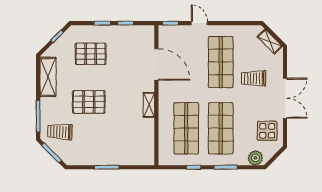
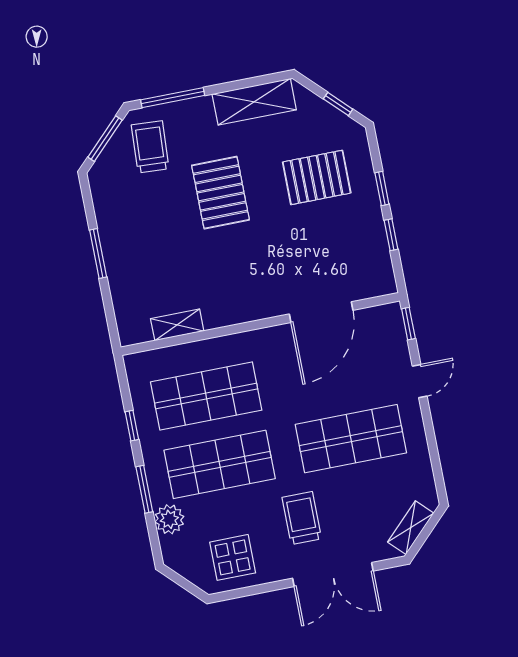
pallet: (91, 54) -> (317, 177), turned 90
trolley: (254, 78) -> (302, 518), moved
double door: (285, 98) -> (333, 575), moved
shelving: (149, 105) -> (177, 325), moved
plant: (255, 158) -> (169, 519), moved

